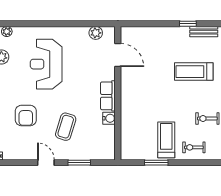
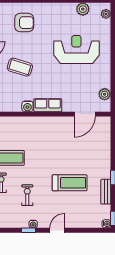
treadmill: (194, 72) -> (70, 183), turned 90
armchair: (26, 115) -> (24, 23), moved, turned 180

